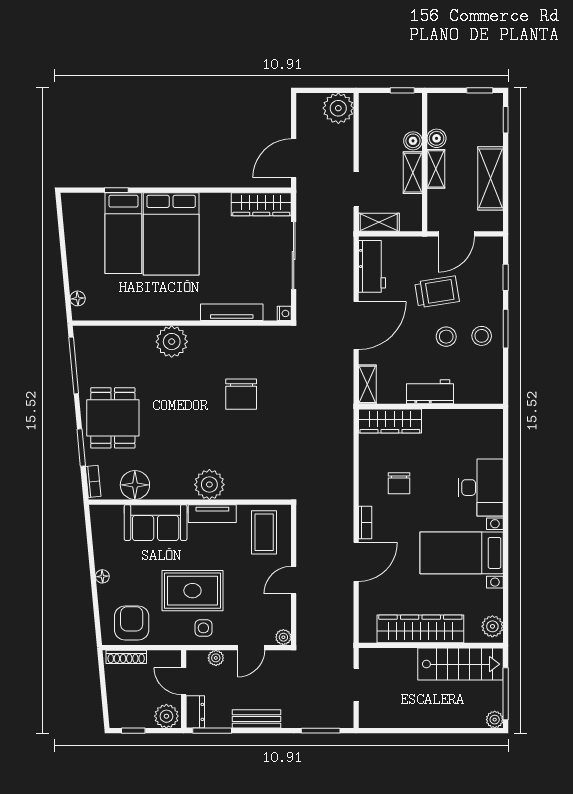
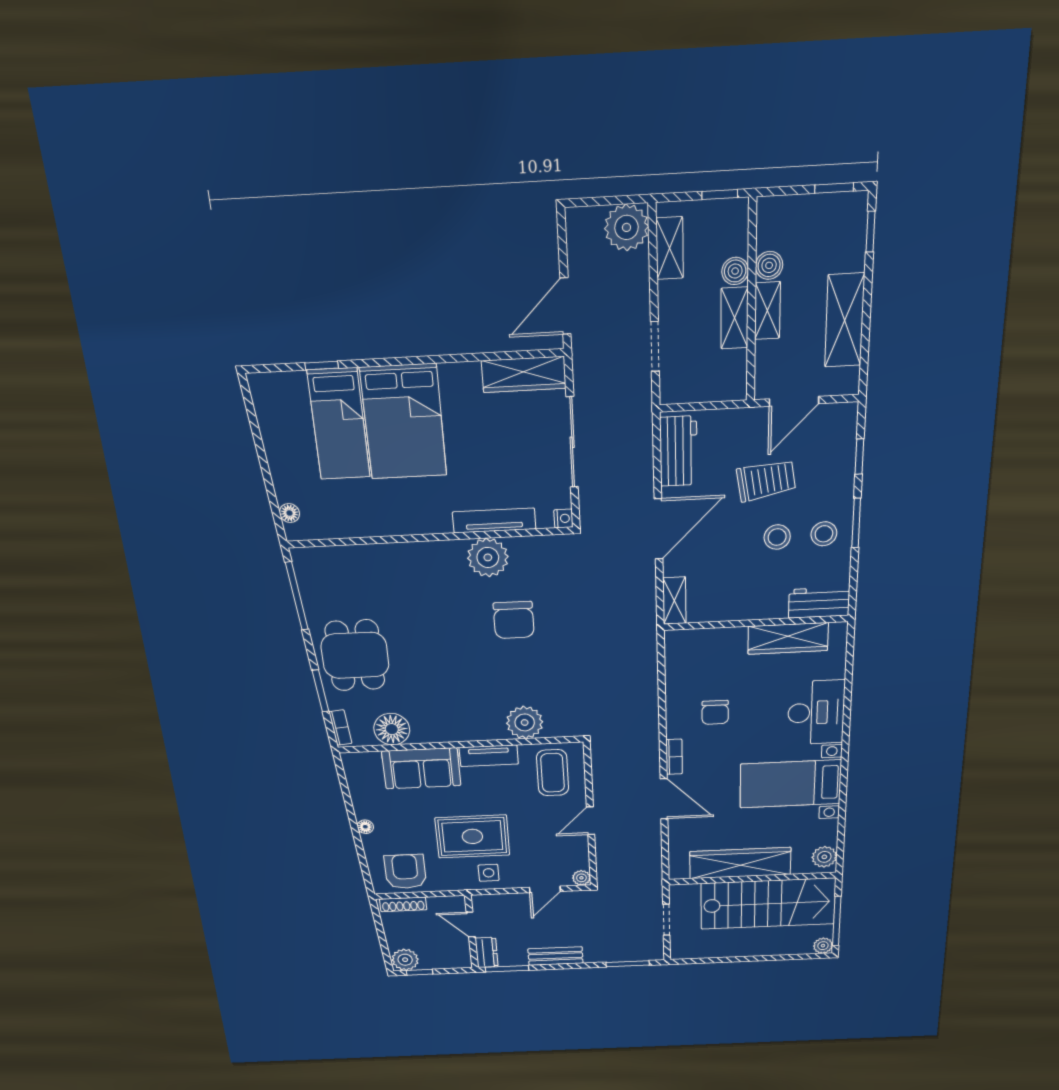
shelving: (379, 222) -> (670, 248), moved, turned 90
plant: (172, 342) -> (488, 557), moved
workbench: (430, 392) -> (819, 602), moved
wardrobe: (390, 421) -> (788, 638), moved
plant: (209, 485) -> (525, 723), moved
door: (356, 562) -> (664, 799), hinge flipped
plant: (216, 658) -> (505, 901), removed
stairs: (461, 664) -> (768, 904), width x1.36, depth x1.51
plant: (166, 716) -> (405, 960), moved

